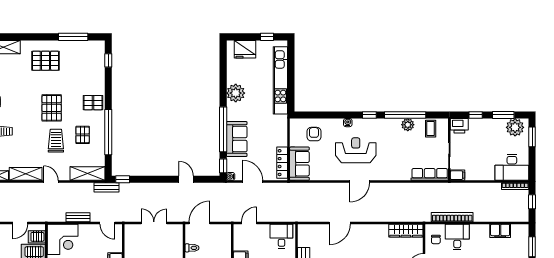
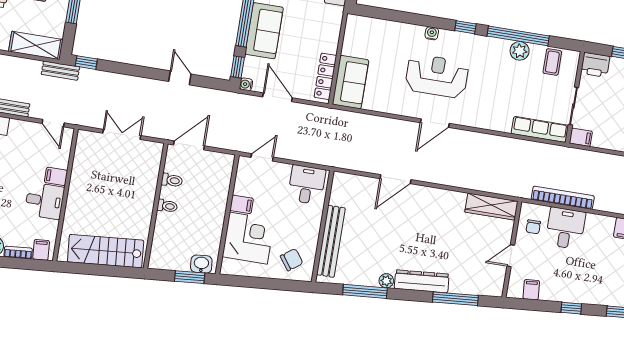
armchair: (314, 134) -> (379, 42), removed

